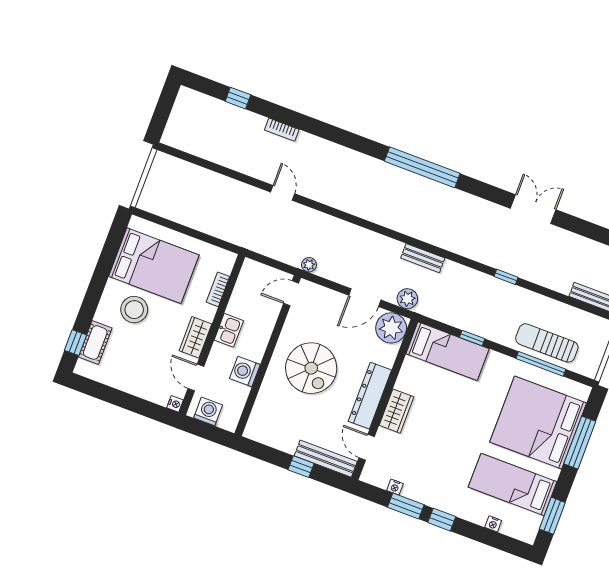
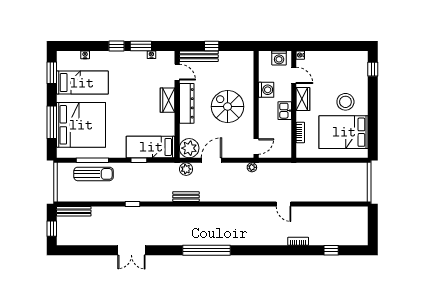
cot: (95, 342) -> (361, 74), removed

